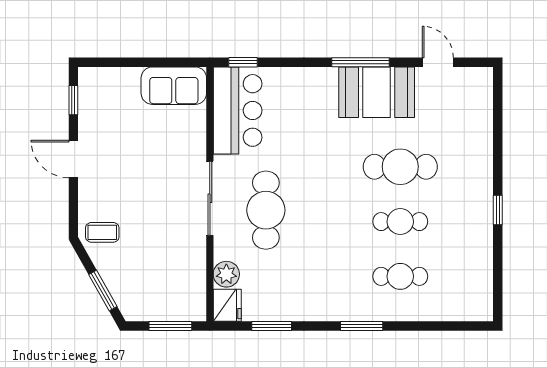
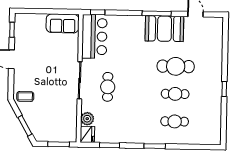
cafe table: (266, 210) -> (108, 87), width x0.73, depth x0.74

